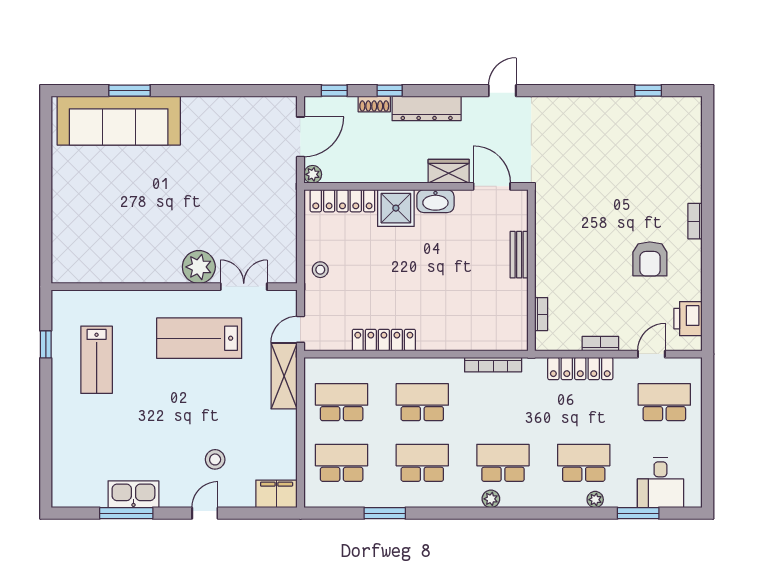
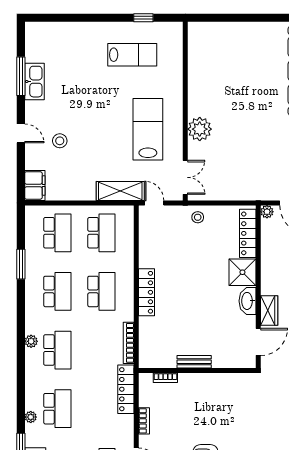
bench: (519, 255) -> (194, 362), moved
double door: (244, 287) -> (185, 177), moved
locker: (384, 340) -> (147, 292), moved
lab bench: (97, 360) -> (132, 55), turned 180
locker: (580, 369) -> (126, 389), moved

